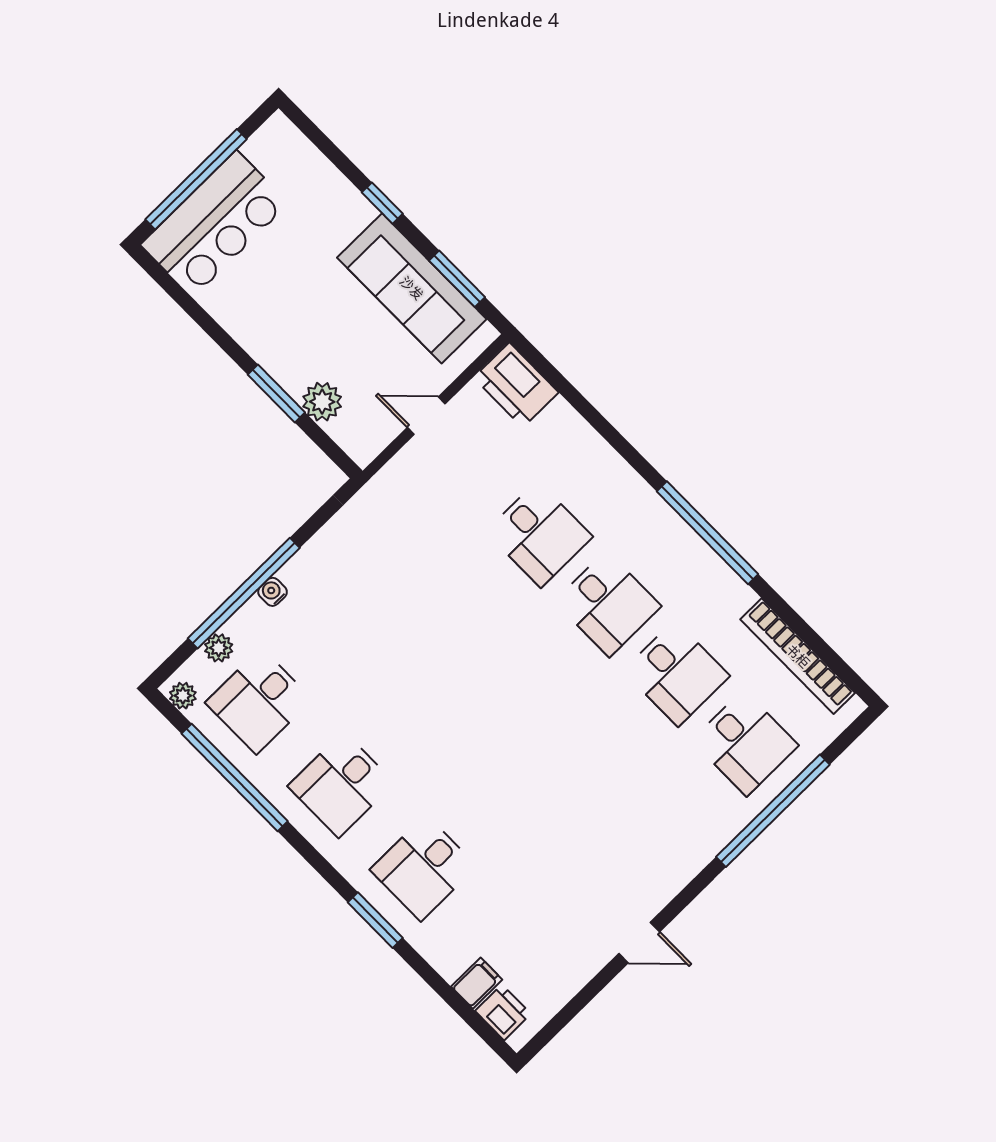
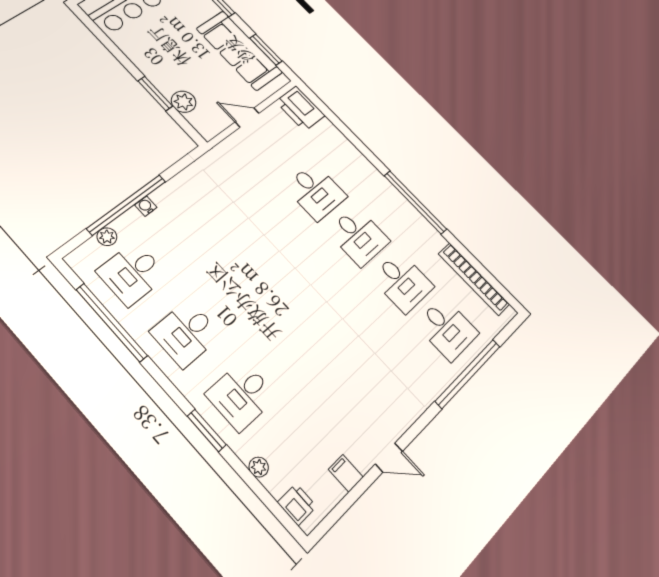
plant: (183, 696) -> (259, 467), moved
filing cabinet: (477, 983) -> (346, 473), moved, turned -90

